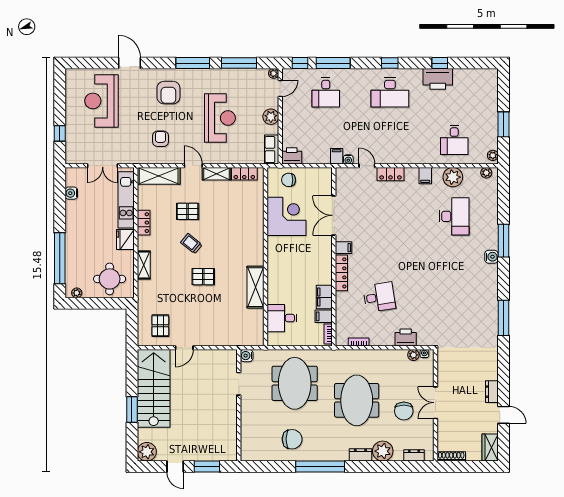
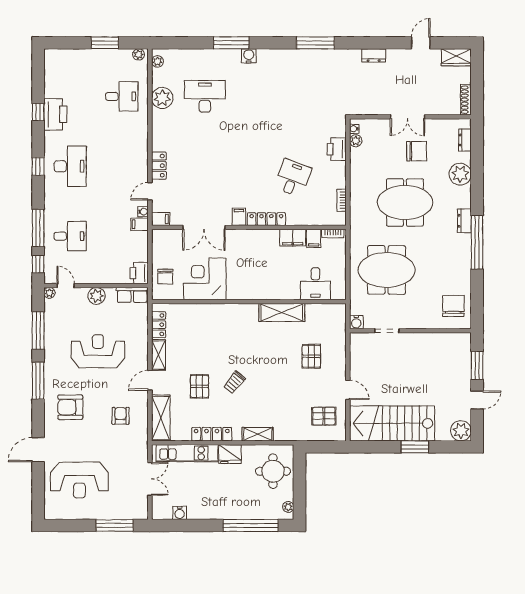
armchair: (168, 93) -> (70, 407), turned 180
window: (60, 133) -> (115, 525), width x2.17
armchair: (161, 139) -> (121, 416), turned 90
filing cabinet: (425, 176) -> (161, 219), moved
locker: (144, 223) -> (212, 434), width x1.53
pallet: (203, 277) -> (311, 356), moved
desk: (379, 297) -> (293, 178), turned 30
dresser: (492, 392) -> (374, 55), moved
chair: (292, 439) -> (453, 306), moved
dresser: (360, 455) -> (464, 221), moved

